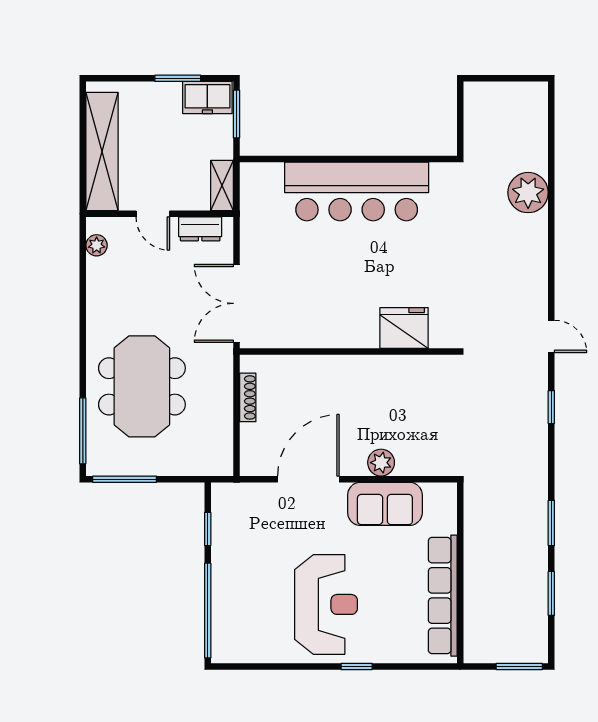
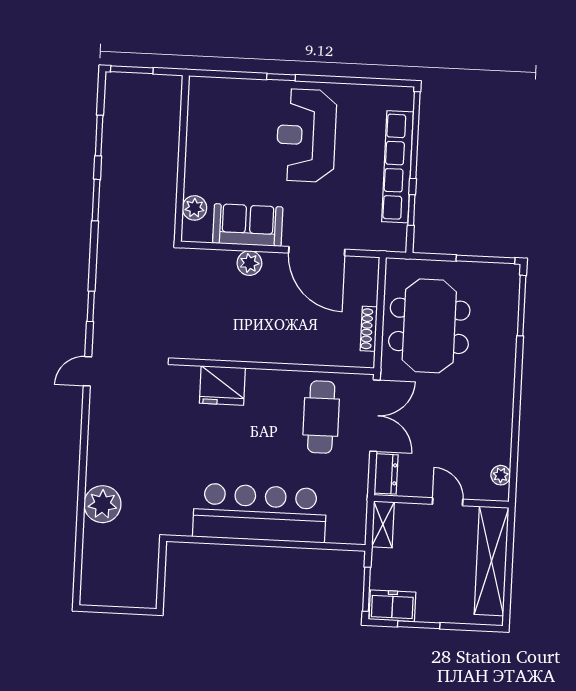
dresser: (200, 229) -> (386, 474), moved, turned 90
cafe table: (295, 299) -> (321, 417), added
door: (551, 336) -> (88, 371), hinge flipped
meeting table: (142, 386) -> (429, 326), moved
door: (308, 479) -> (317, 251), hinge flipped
plant: (444, 520) -> (194, 208), added
row of seats: (443, 596) -> (397, 167), moved, turned 180

